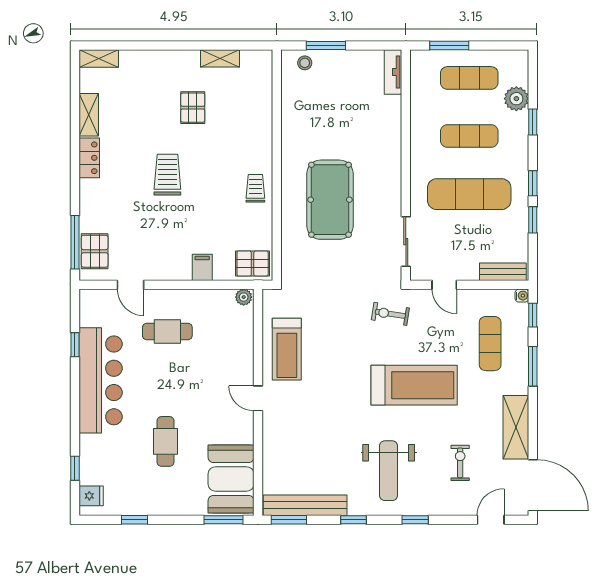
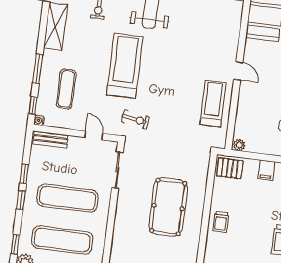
exercise mat: (469, 136) -> (62, 240), width x1.36, depth x1.45
treadmill: (414, 385) -> (125, 66), turned 90

